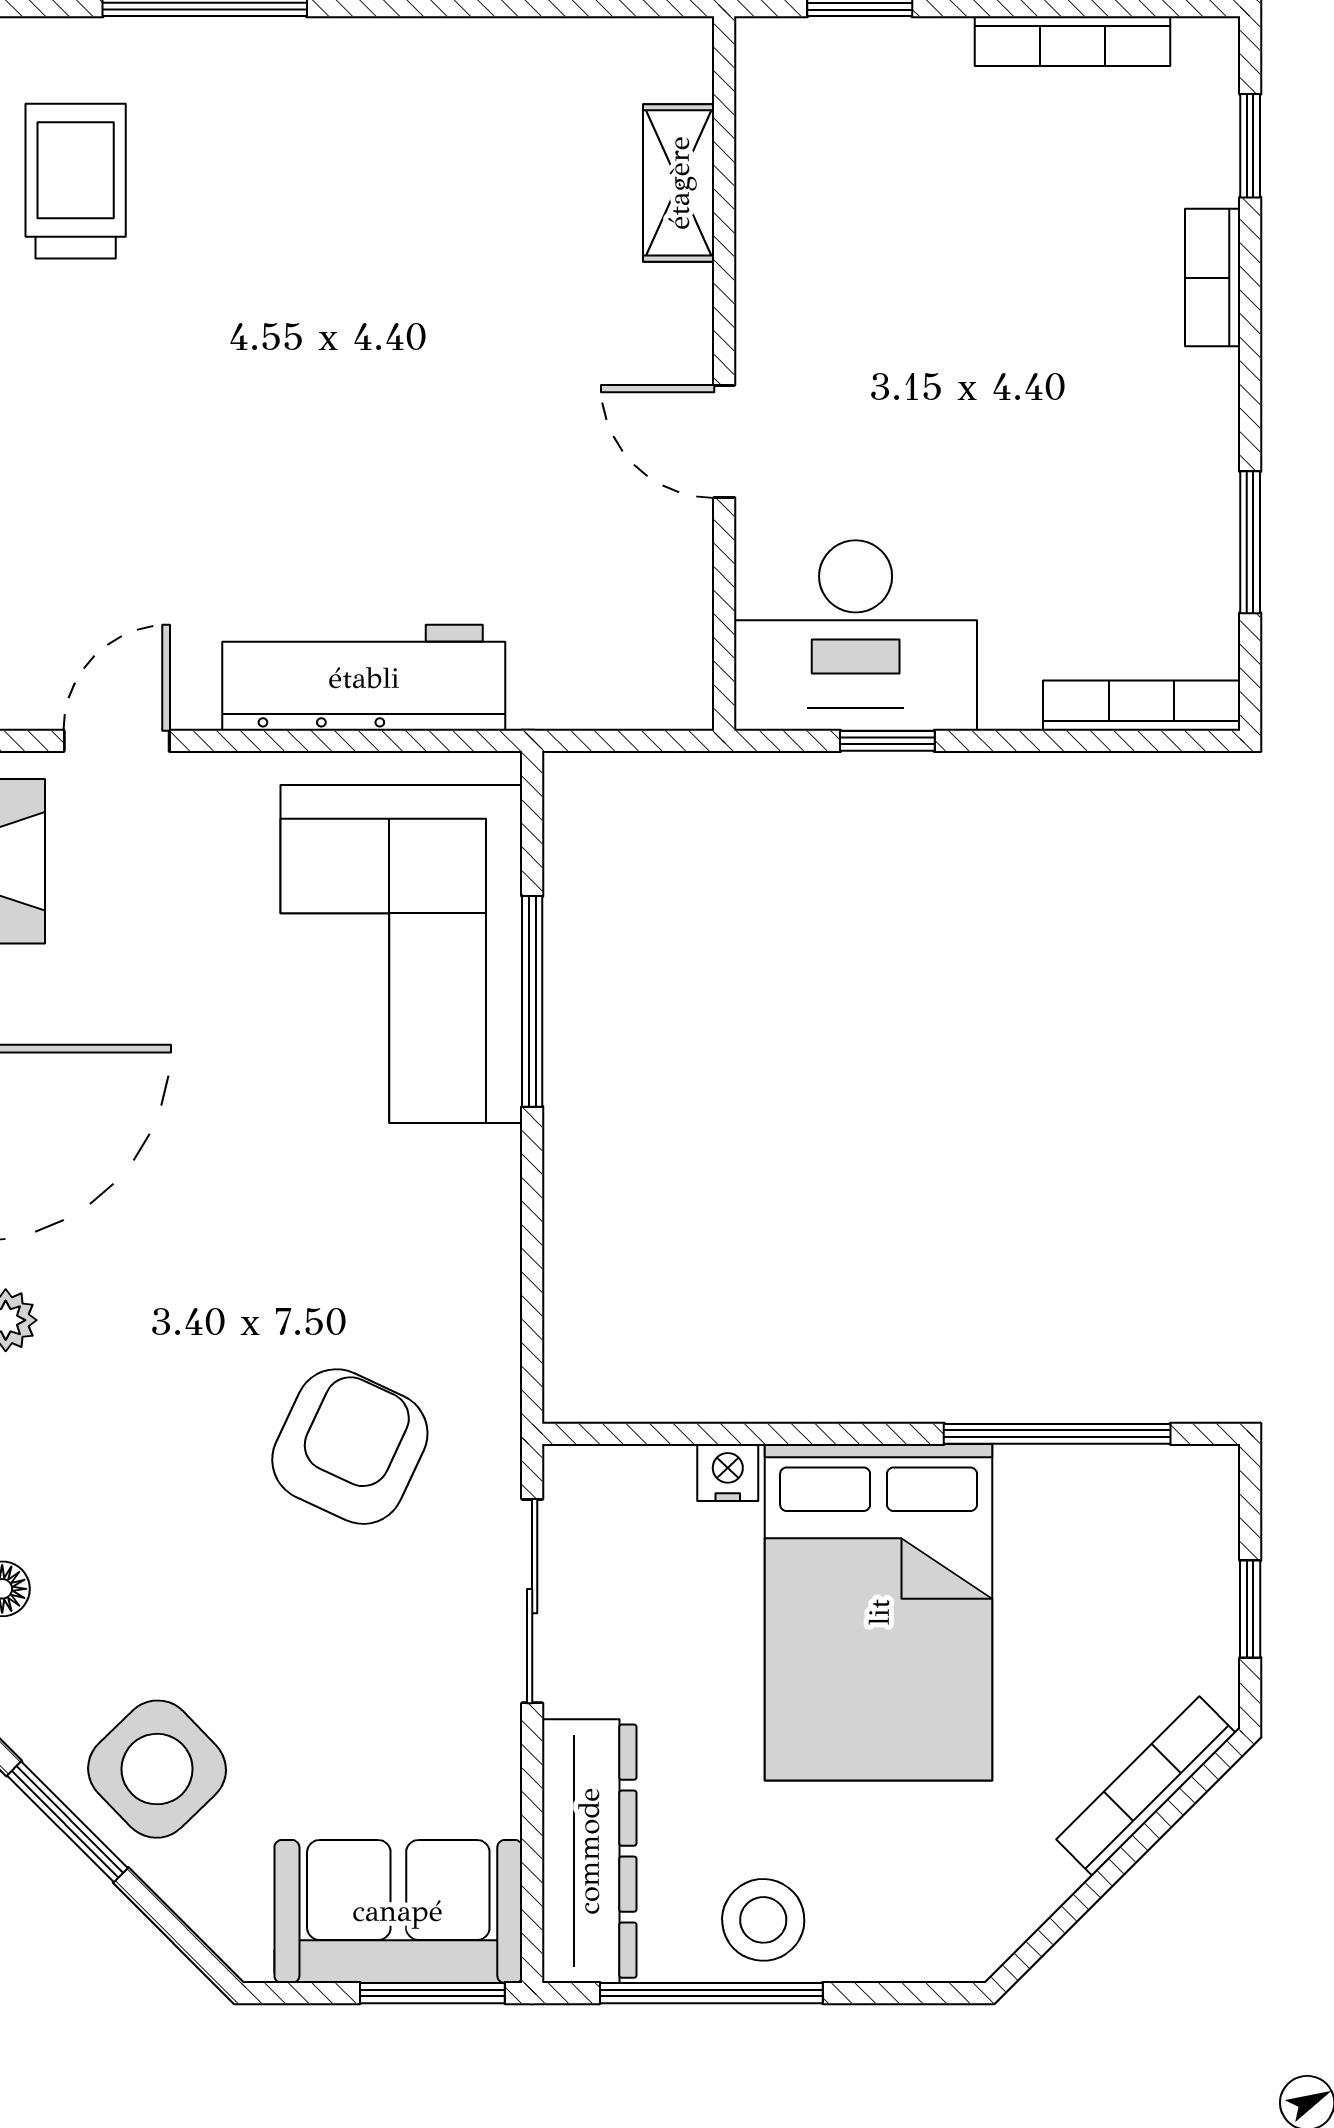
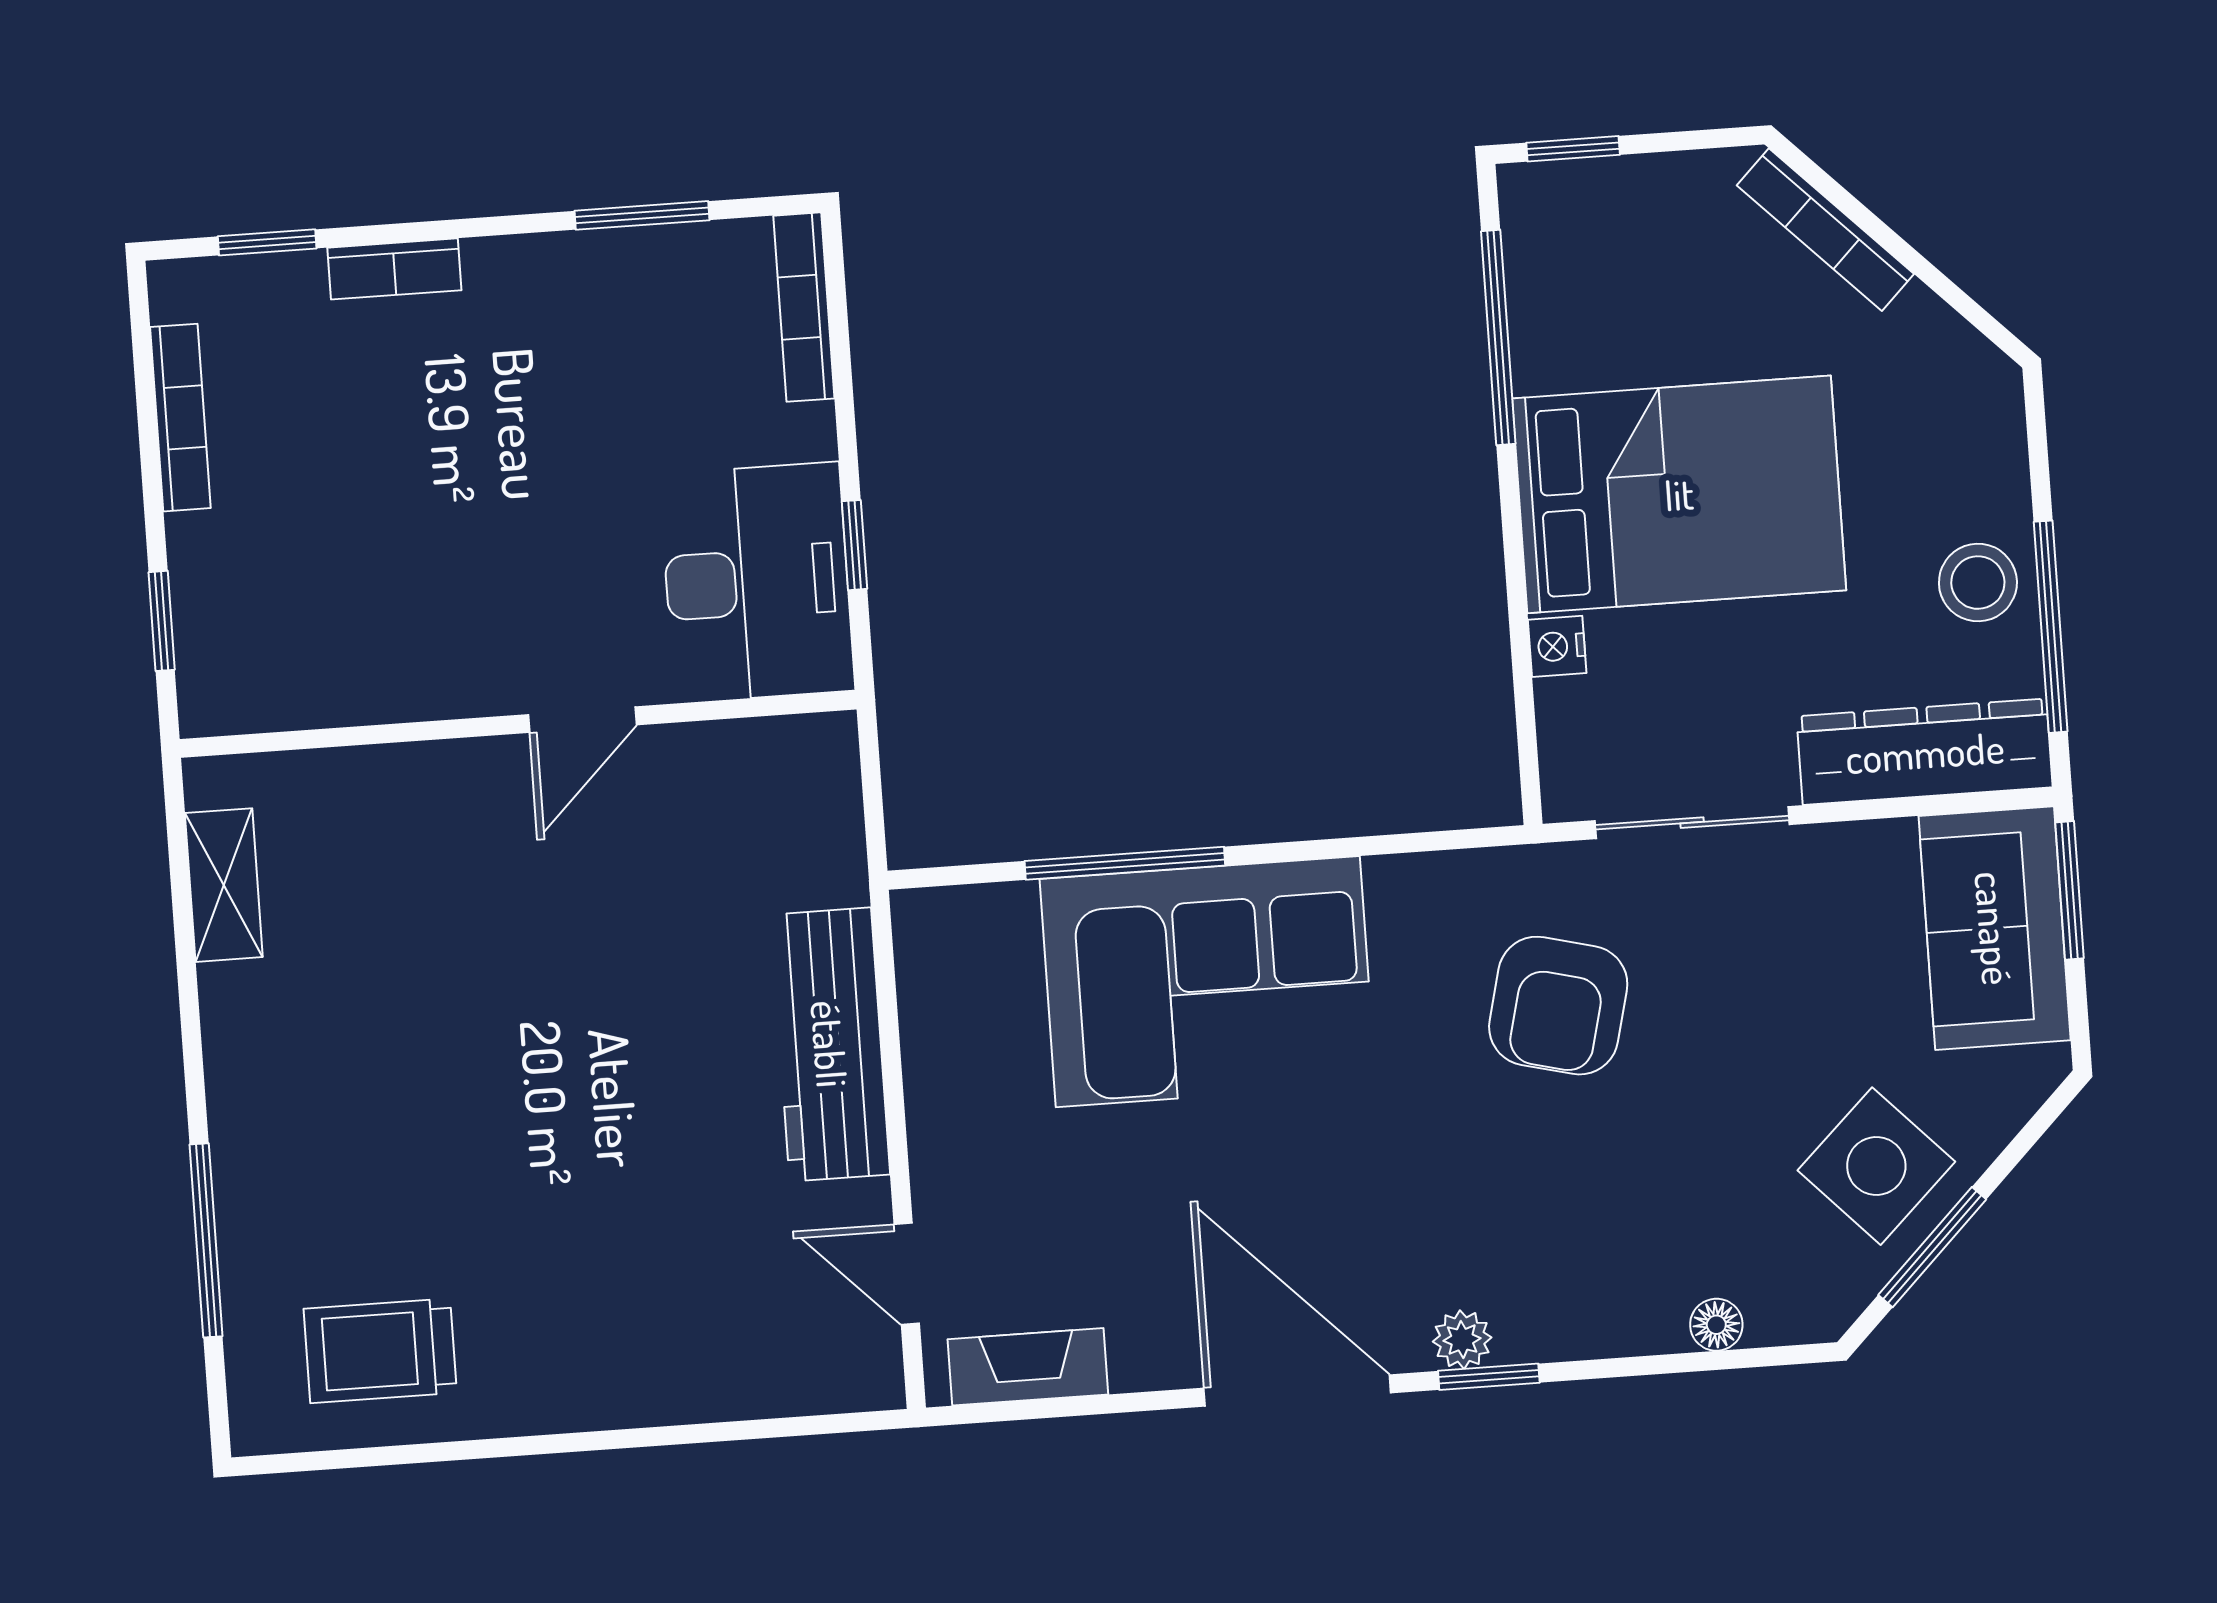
shelving: (679, 183) -> (224, 885), moved, turned 90
corner sofa: (401, 954) -> (1208, 982), moved
armchair: (350, 1447) -> (1558, 1006), turned -101
window: (1250, 1609) -> (1573, 149), moved

